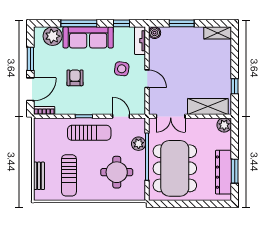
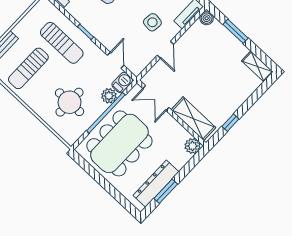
barbecue: (139, 127) -> (122, 83), added
sun lounger: (89, 133) -> (62, 43), moved

